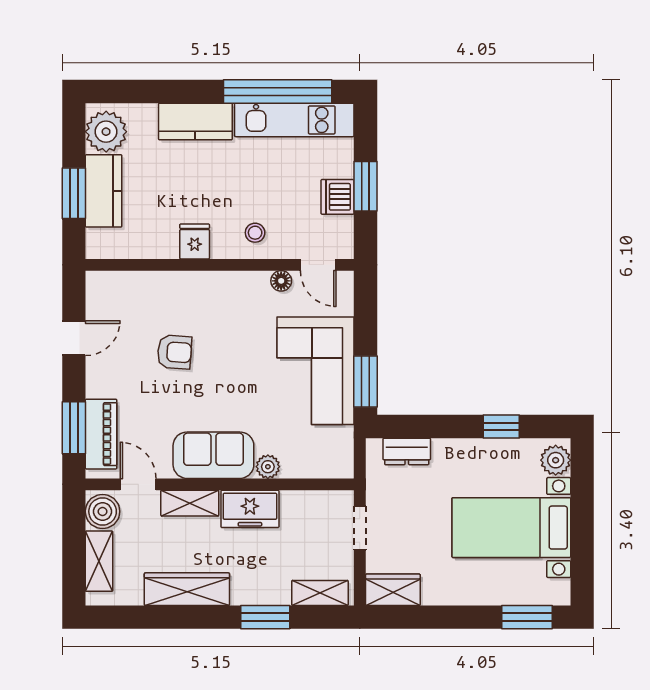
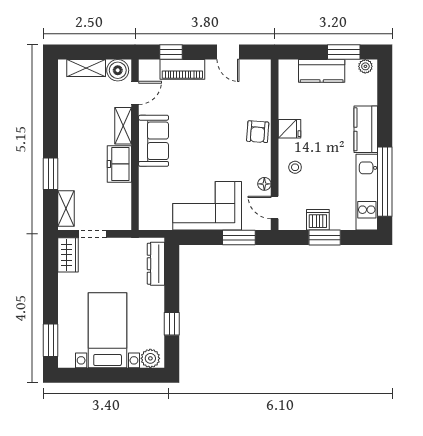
plant: (106, 132) -> (365, 66), width x0.53, depth x0.53
window: (74, 193) -> (344, 52), moved
door: (318, 265) -> (275, 207), hinge flipped
armchair: (174, 352) -> (258, 132), moved
window: (366, 381) -> (239, 238), moved
window: (74, 428) -> (171, 52), width x0.67
piano: (101, 434) -> (182, 69), moved
dresser: (407, 451) -> (156, 264), width x1.44
plant: (268, 467) -> (146, 175), removed
doorway: (360, 528) -> (92, 234), moved
wardrobe: (187, 589) -> (68, 124), removed

